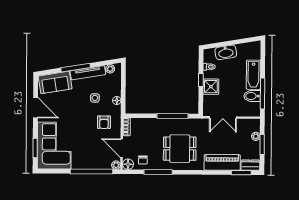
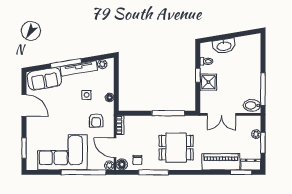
bathtub: (253, 75) -> (253, 69), removed
bidet: (252, 96) -> (252, 105), moved
corner sofa: (54, 146) -> (62, 152), moved, turned -90

